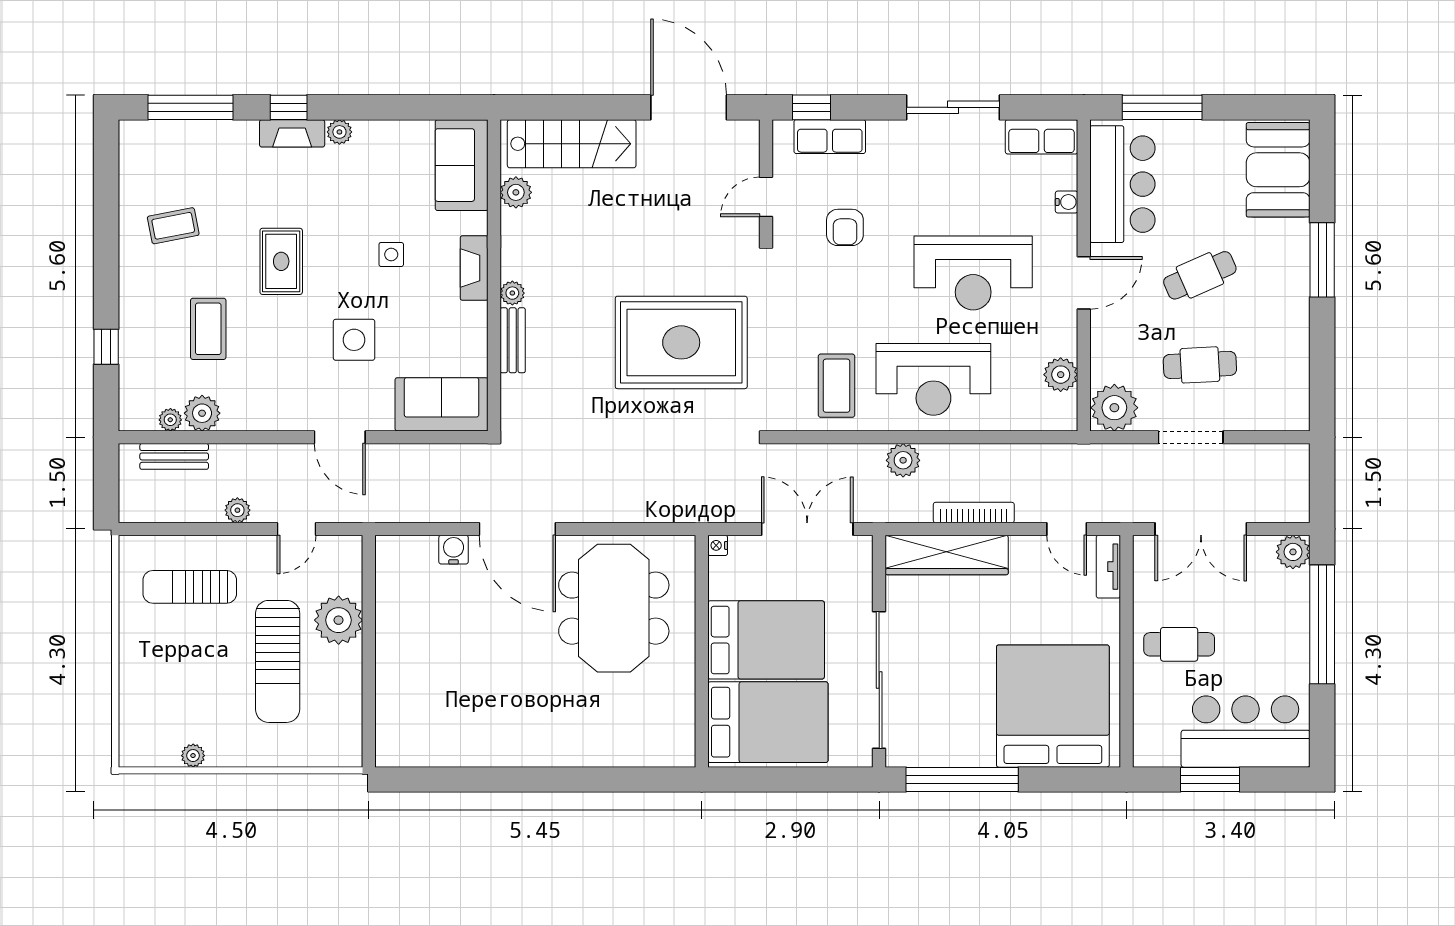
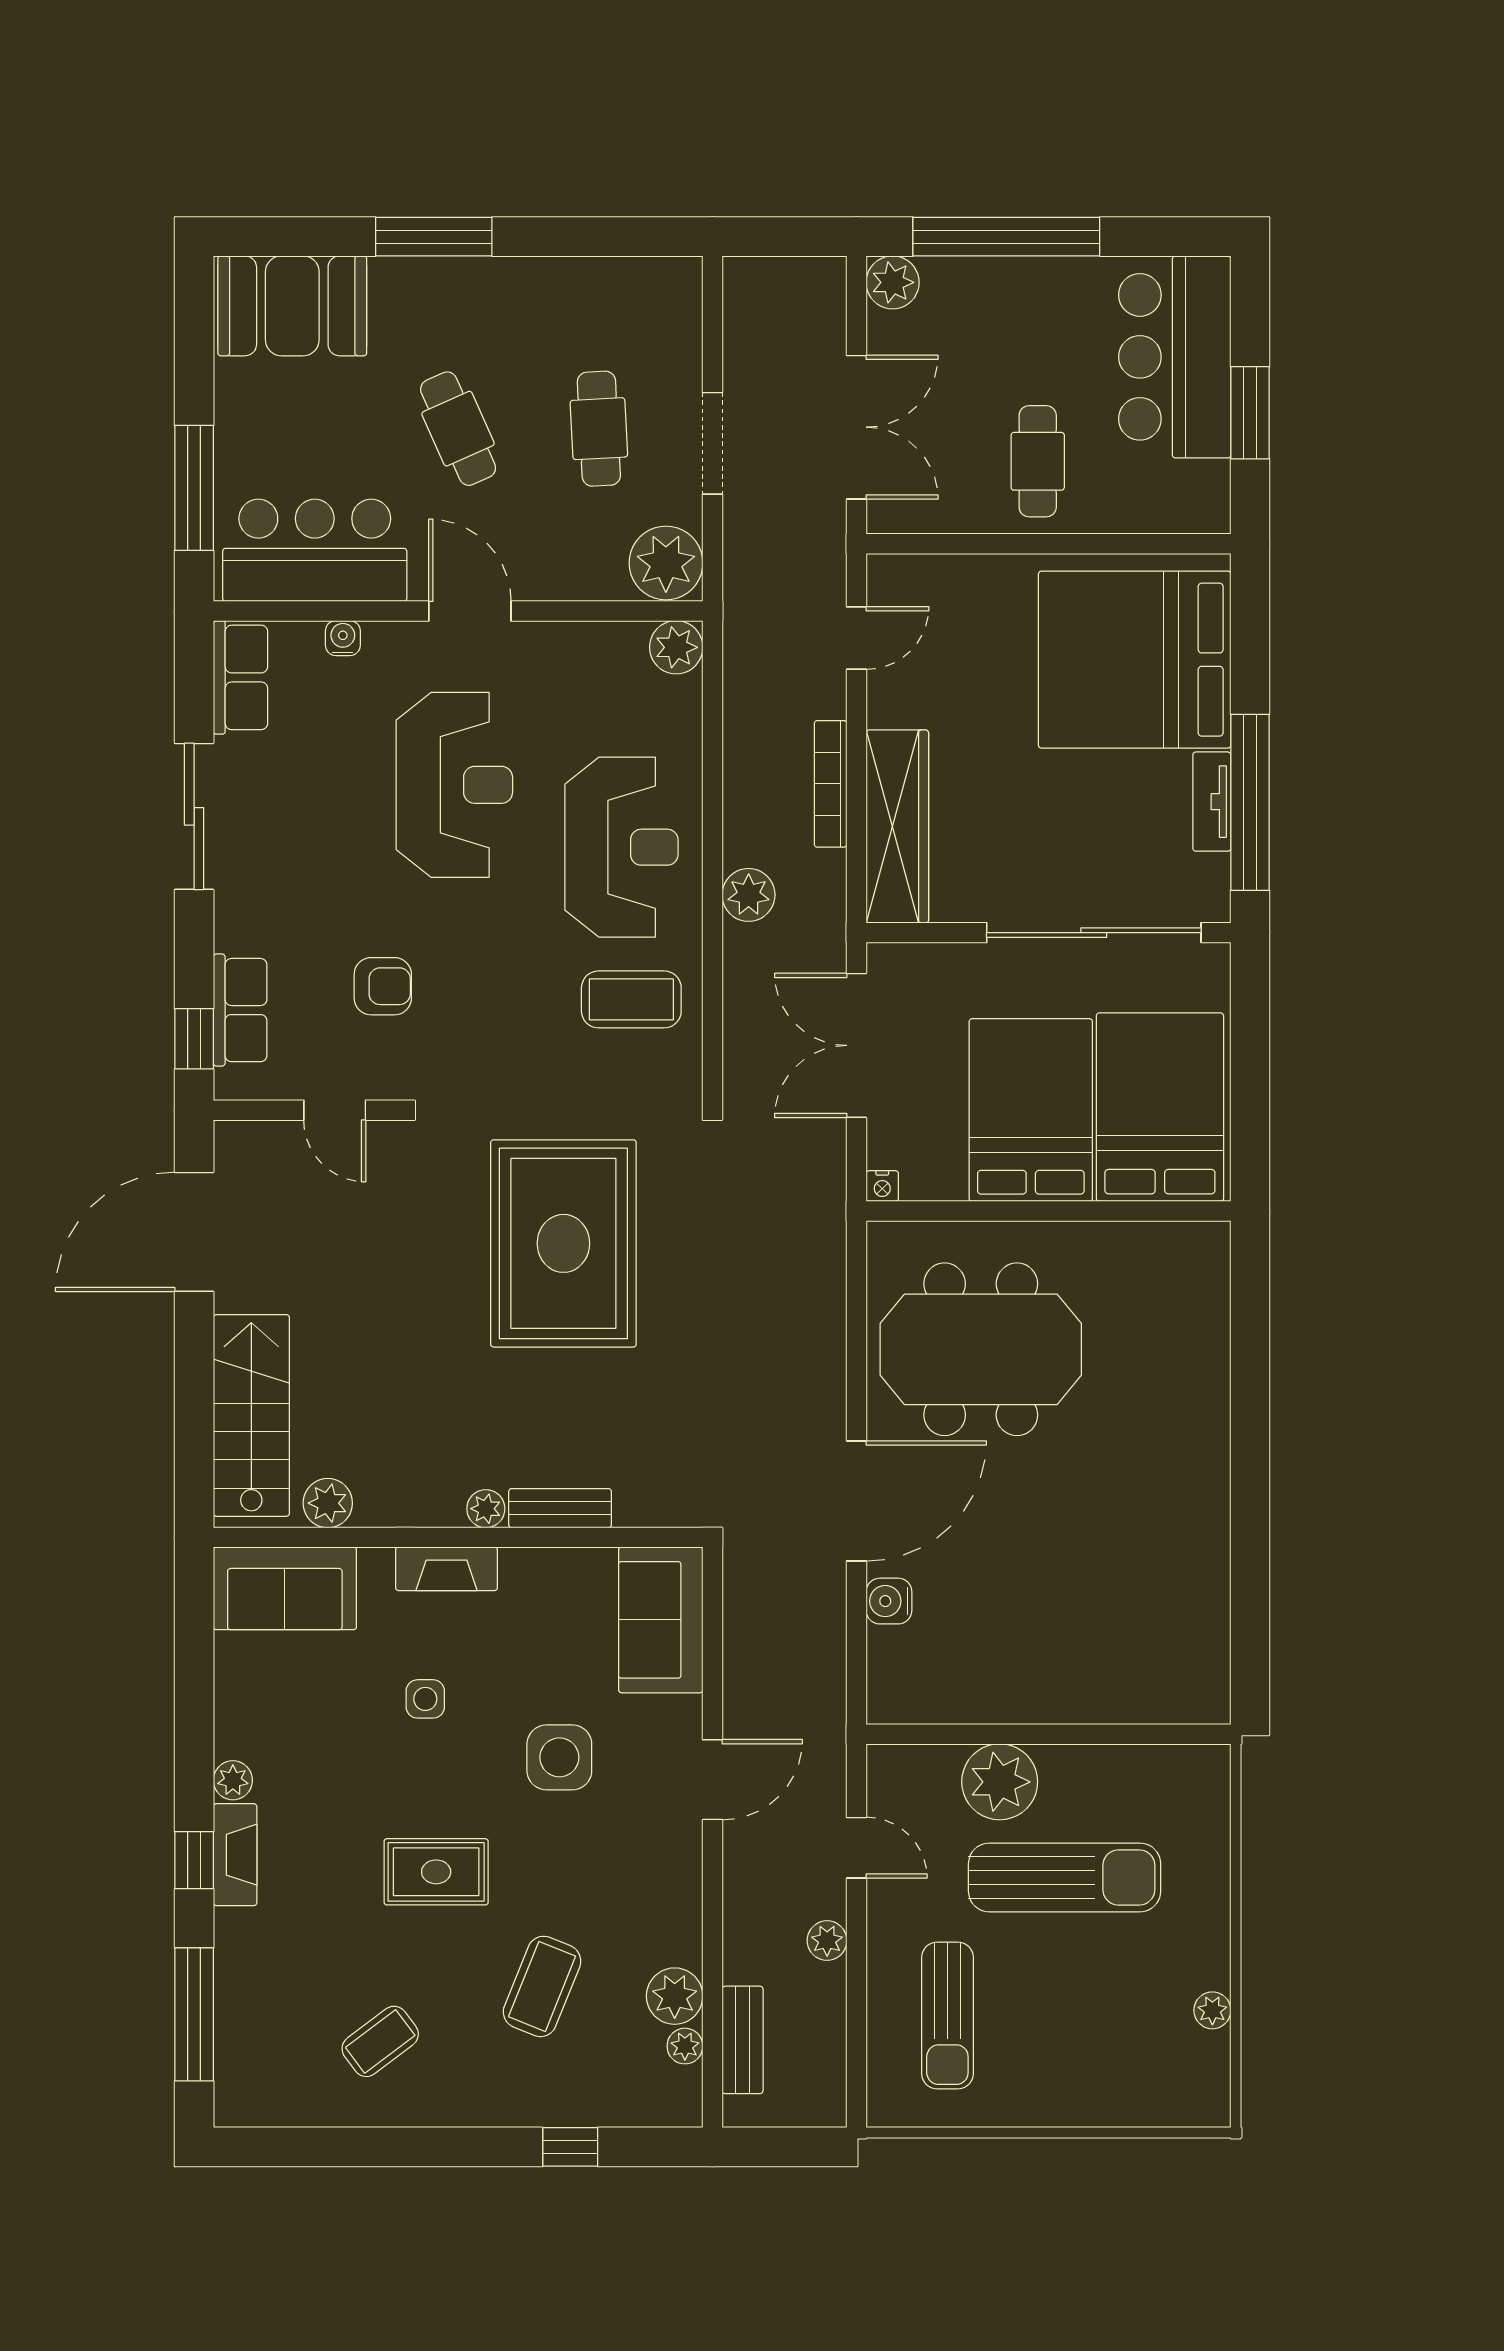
coffee table: (173, 226) -> (380, 2041), turned 64
coffee table: (208, 329) -> (542, 1986), turned -68
plant: (1061, 375) -> (676, 647), moved
tv unit: (1108, 567) -> (1212, 802), moved, turned 90

